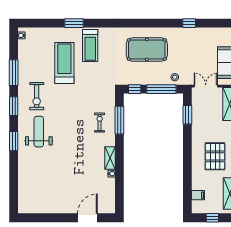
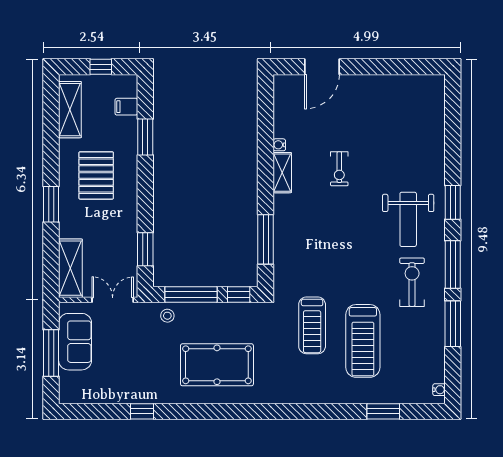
window: (74, 23) -> (383, 411), moved
treadmill: (90, 46) -> (312, 325), moved, turned 180
double door: (206, 86) -> (113, 300), swing flipped
window: (14, 106) -> (453, 265), width x1.44
exercise bike: (100, 123) -> (339, 169), moved
window: (187, 178) -> (145, 137), added

